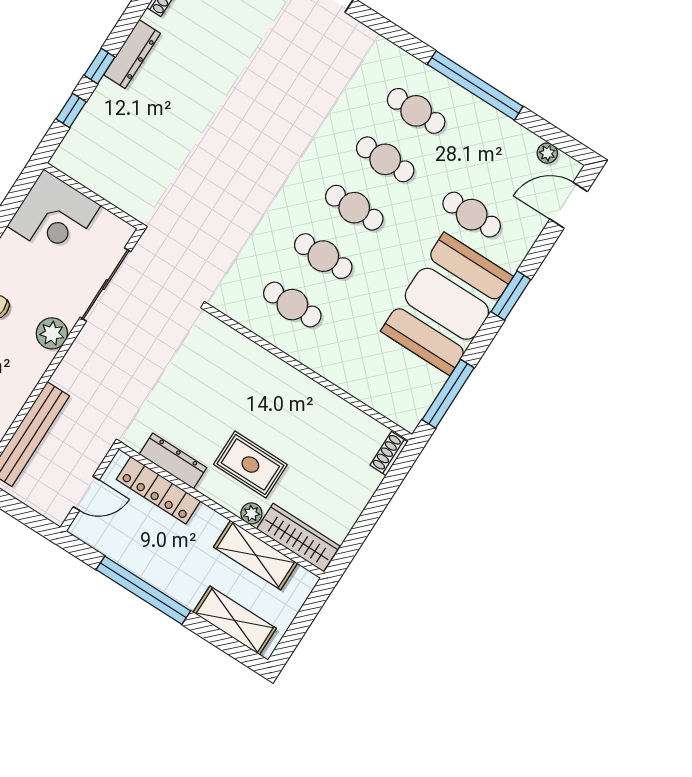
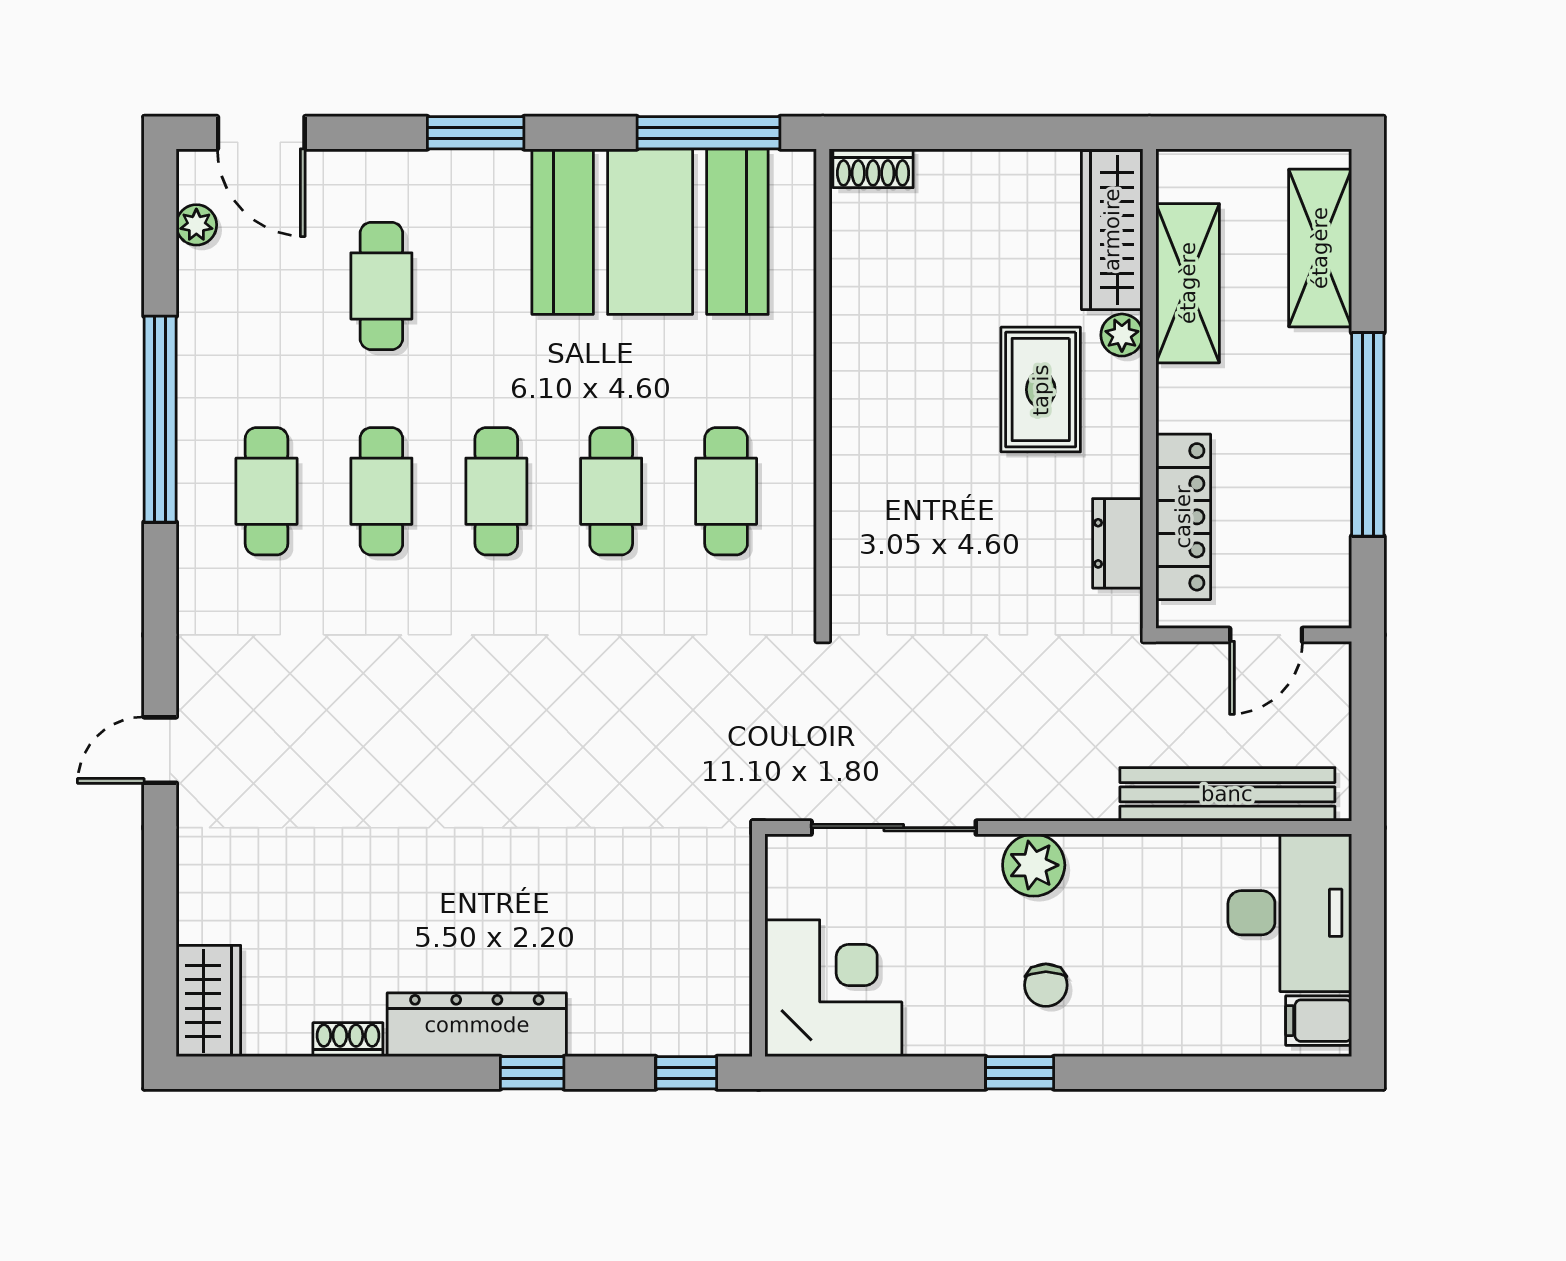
dresser: (132, 54) -> (477, 1025), width x1.37, depth x1.24
window: (71, 110) -> (686, 1073), moved
booth: (447, 304) -> (650, 232), moved
dresser: (173, 461) -> (1118, 543), width x0.70
door: (86, 493) -> (1266, 635), swing flipped

